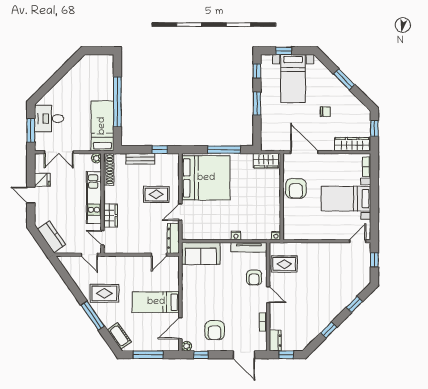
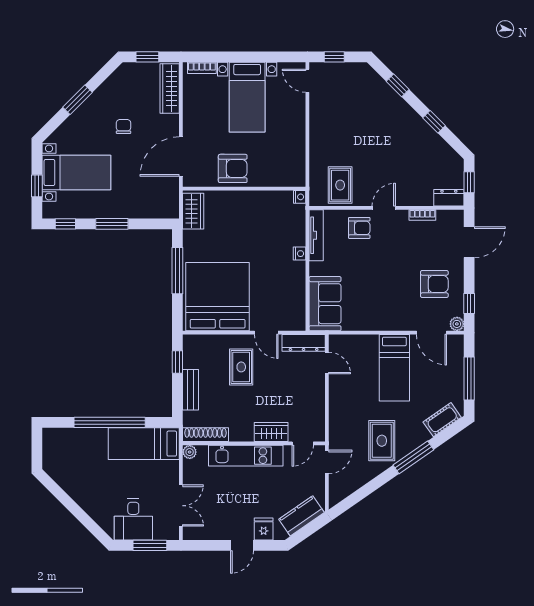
fridge: (42, 180) -> (264, 529), moved

